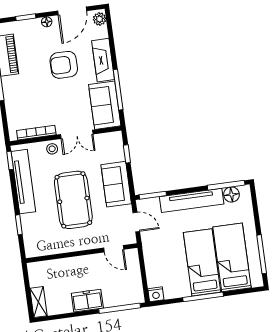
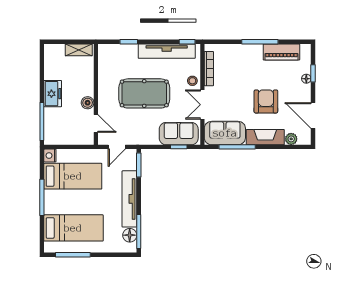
plant: (100, 19) -> (291, 139), moved
floor lamp: (47, 22) -> (306, 79), moved
sofa: (116, 184) -> (179, 134), moved
door: (114, 249) -> (96, 124), swing flipped
boiler: (92, 261) -> (88, 103), added
bed: (202, 262) -> (73, 176), moved
shelving: (39, 302) -> (79, 50), moved

